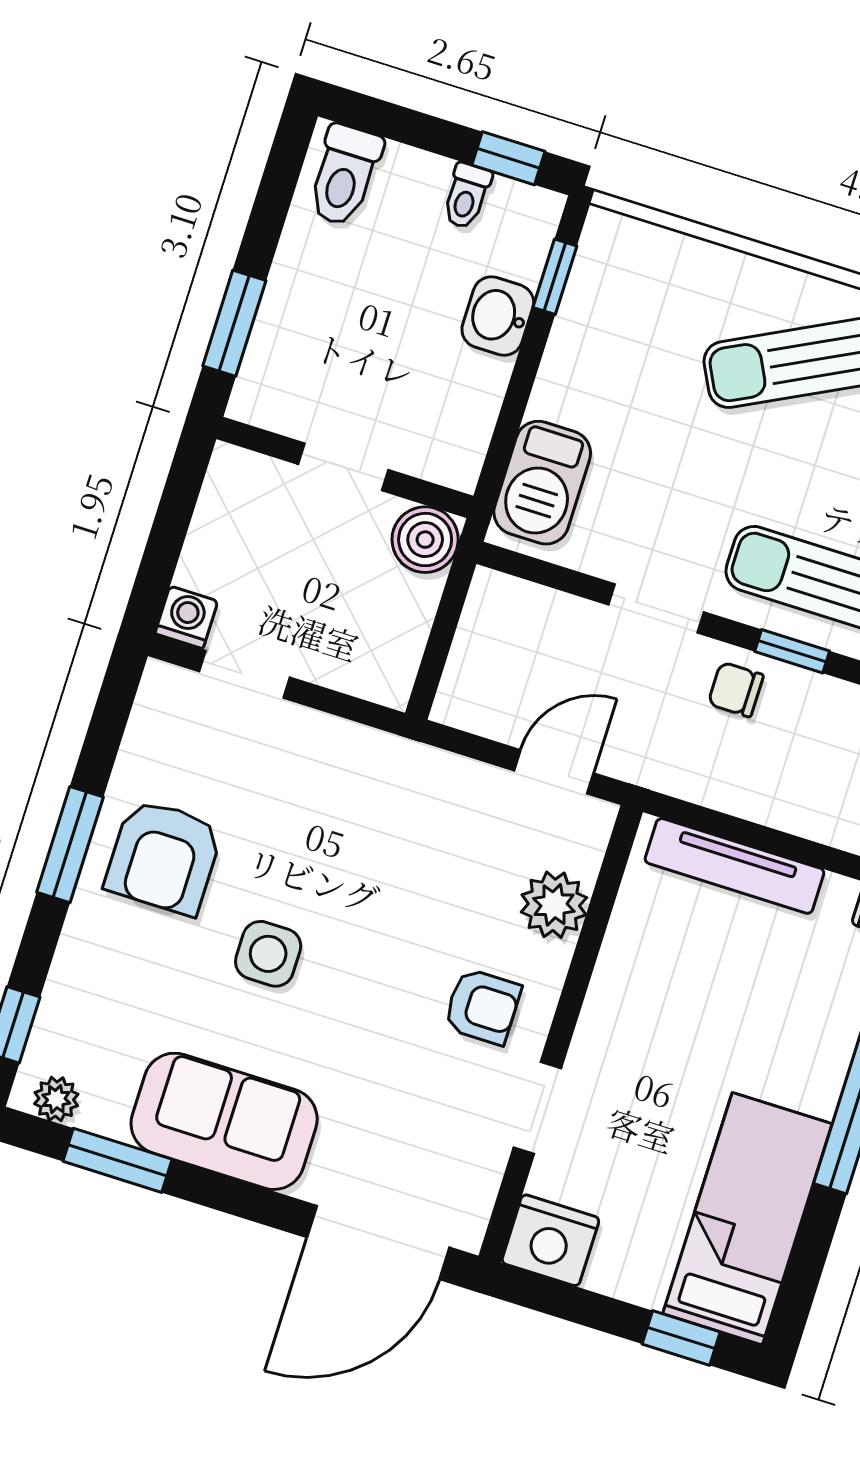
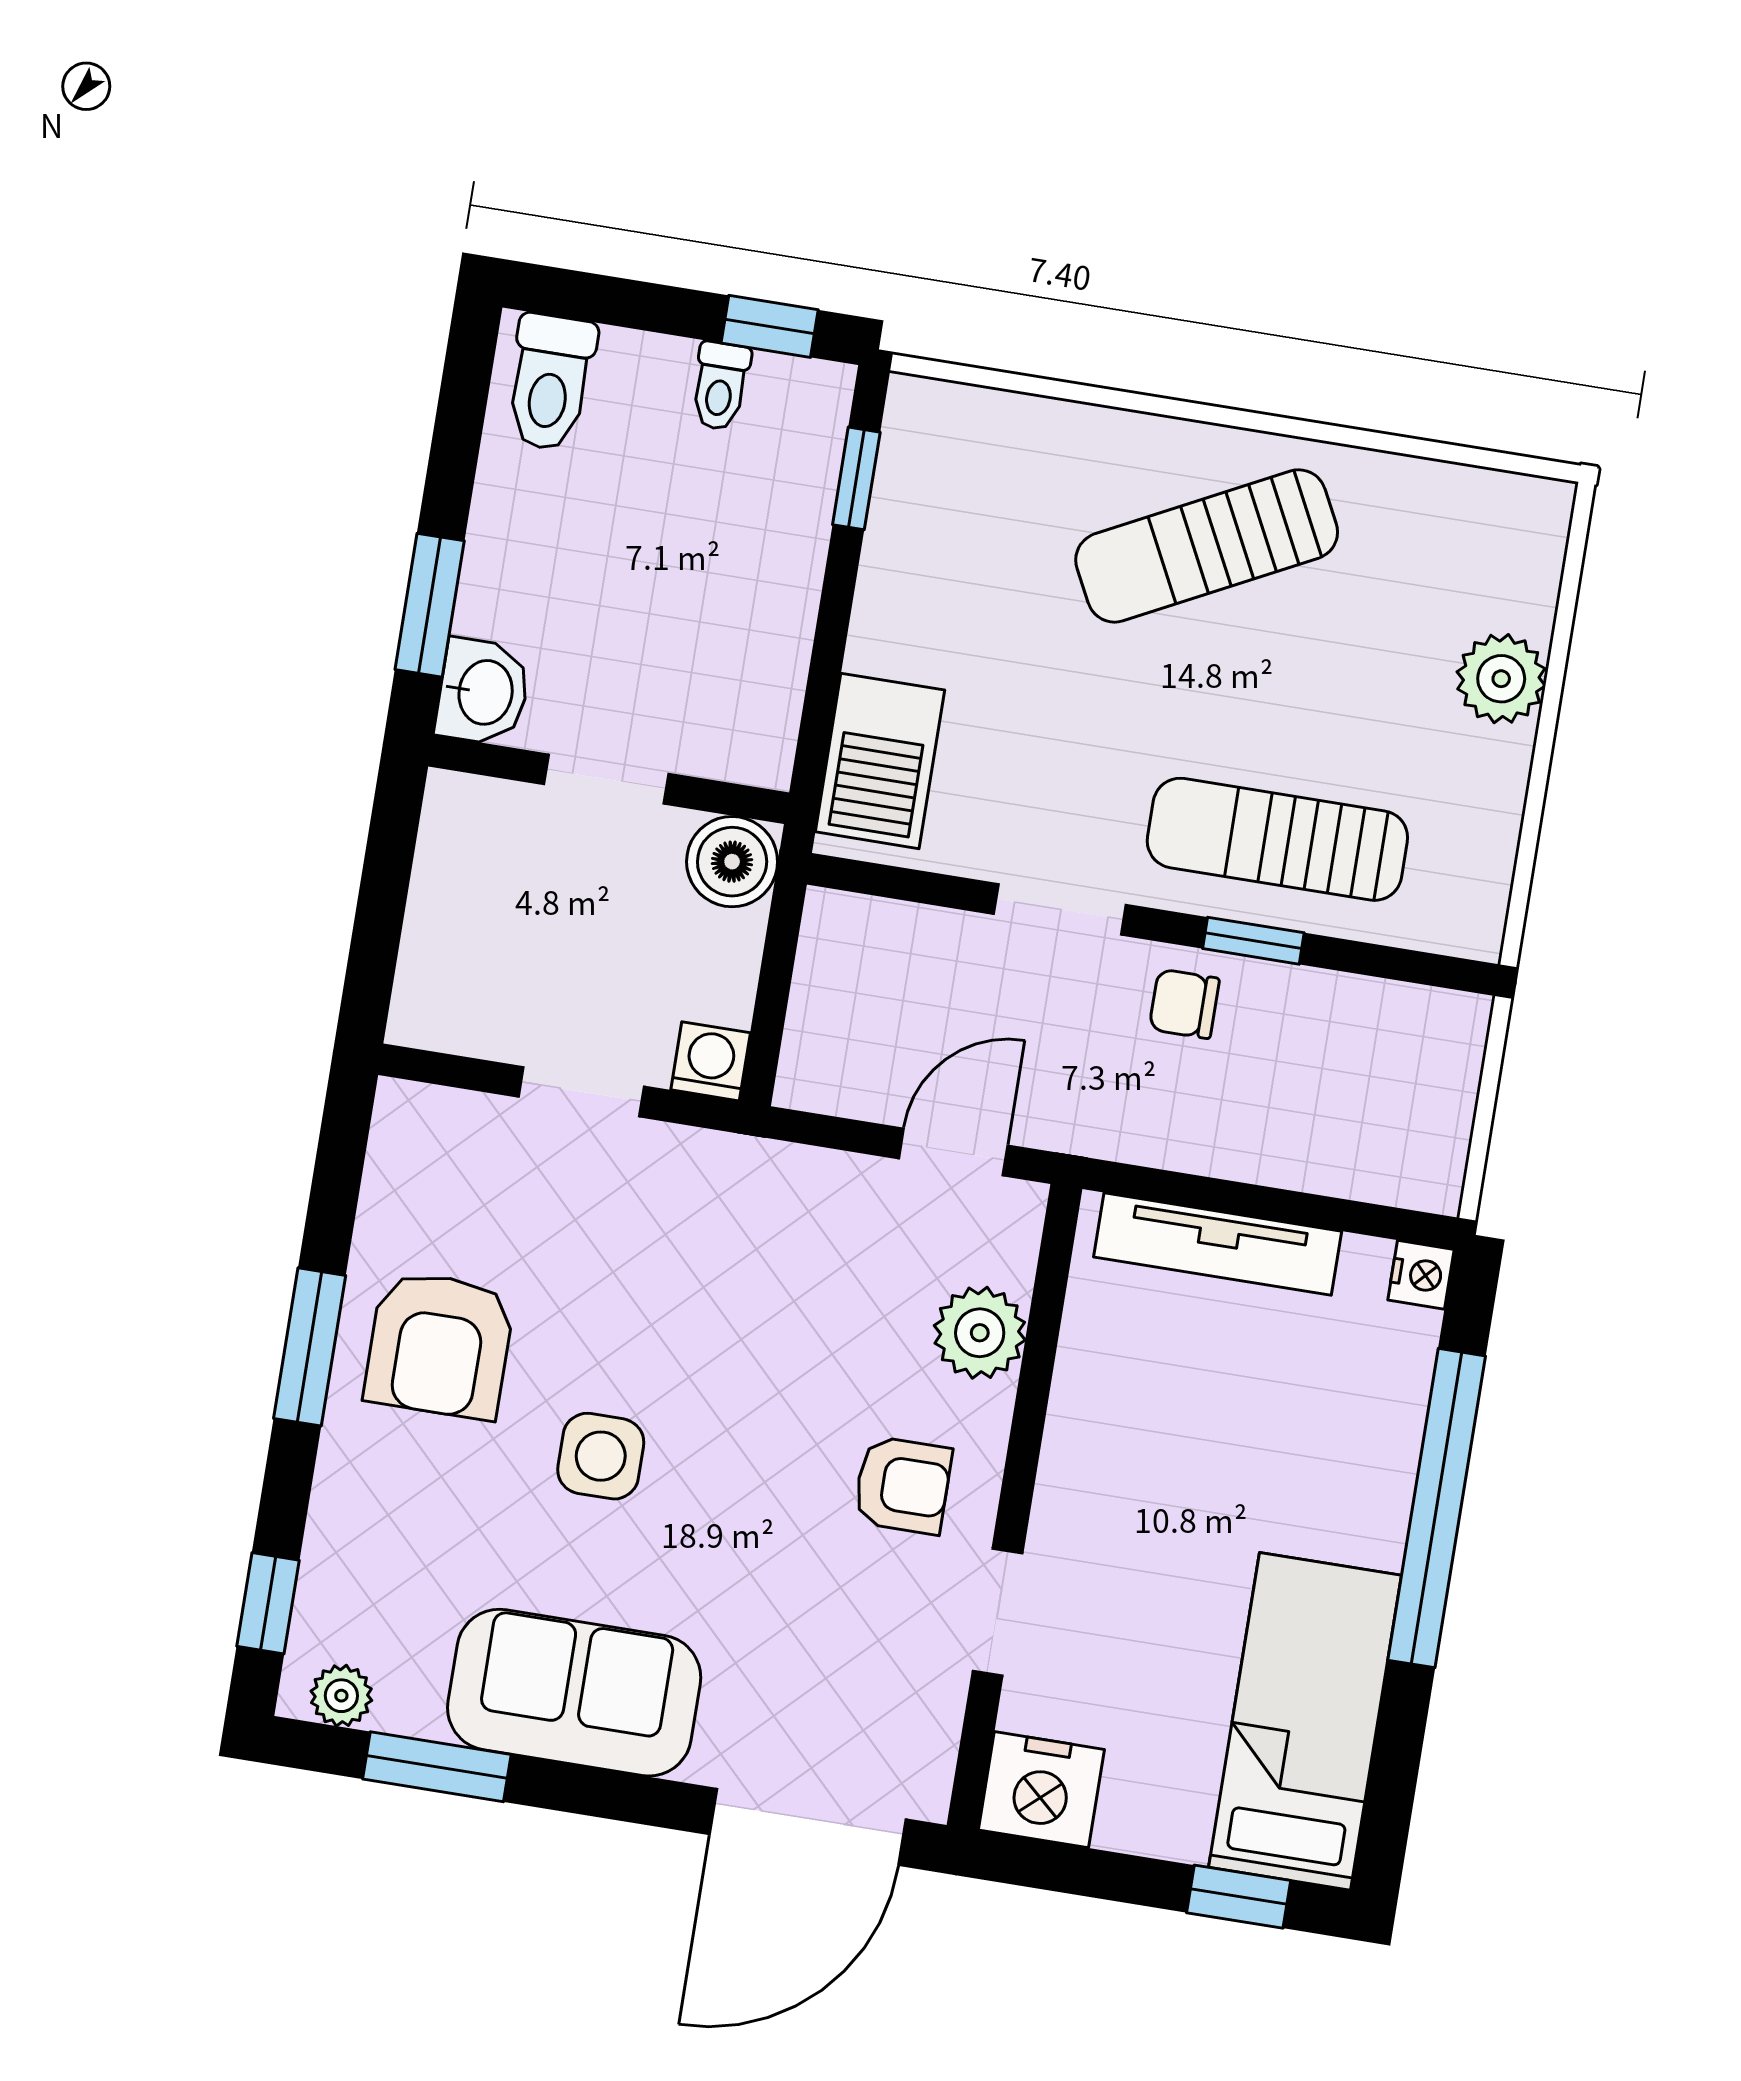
washbasin: (498, 316) -> (483, 692), moved, turned 180
washing machine: (186, 617) -> (711, 1061), moved
doorway: (244, 674) -> (581, 1092), moved

